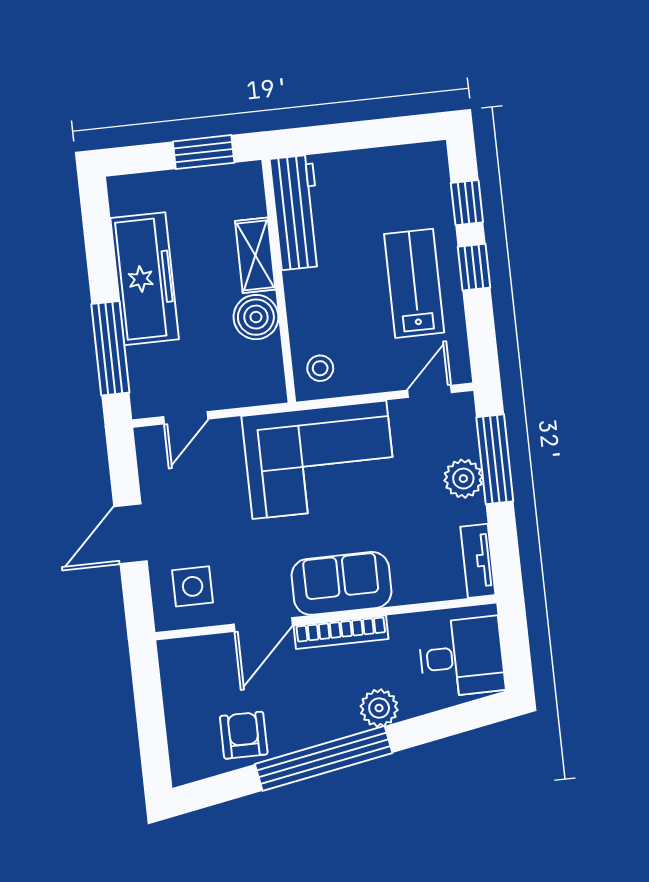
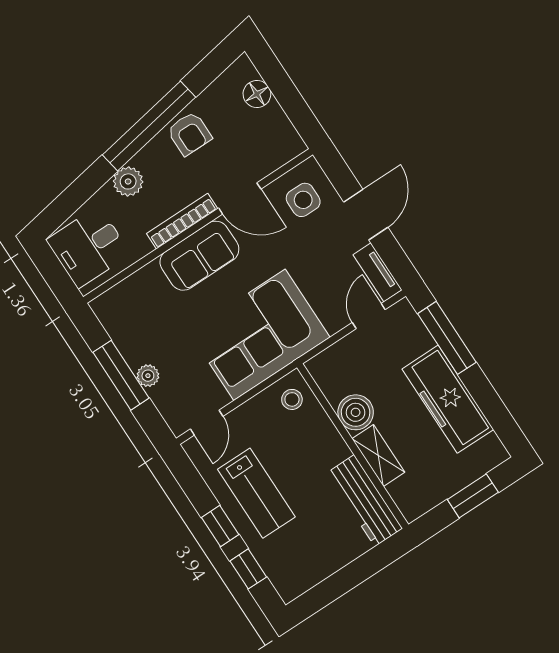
window: (204, 152) -> (473, 496), moved
window: (495, 459) -> (121, 375), moved
plant: (463, 479) -> (148, 376), width x0.73, depth x0.73
tv unit: (478, 561) -> (377, 272), moved, turned 180
door: (263, 625) -> (240, 199), swing flipped
floor lamp: (184, 732) -> (257, 94), added
armchair: (244, 735) -> (189, 134), moved

